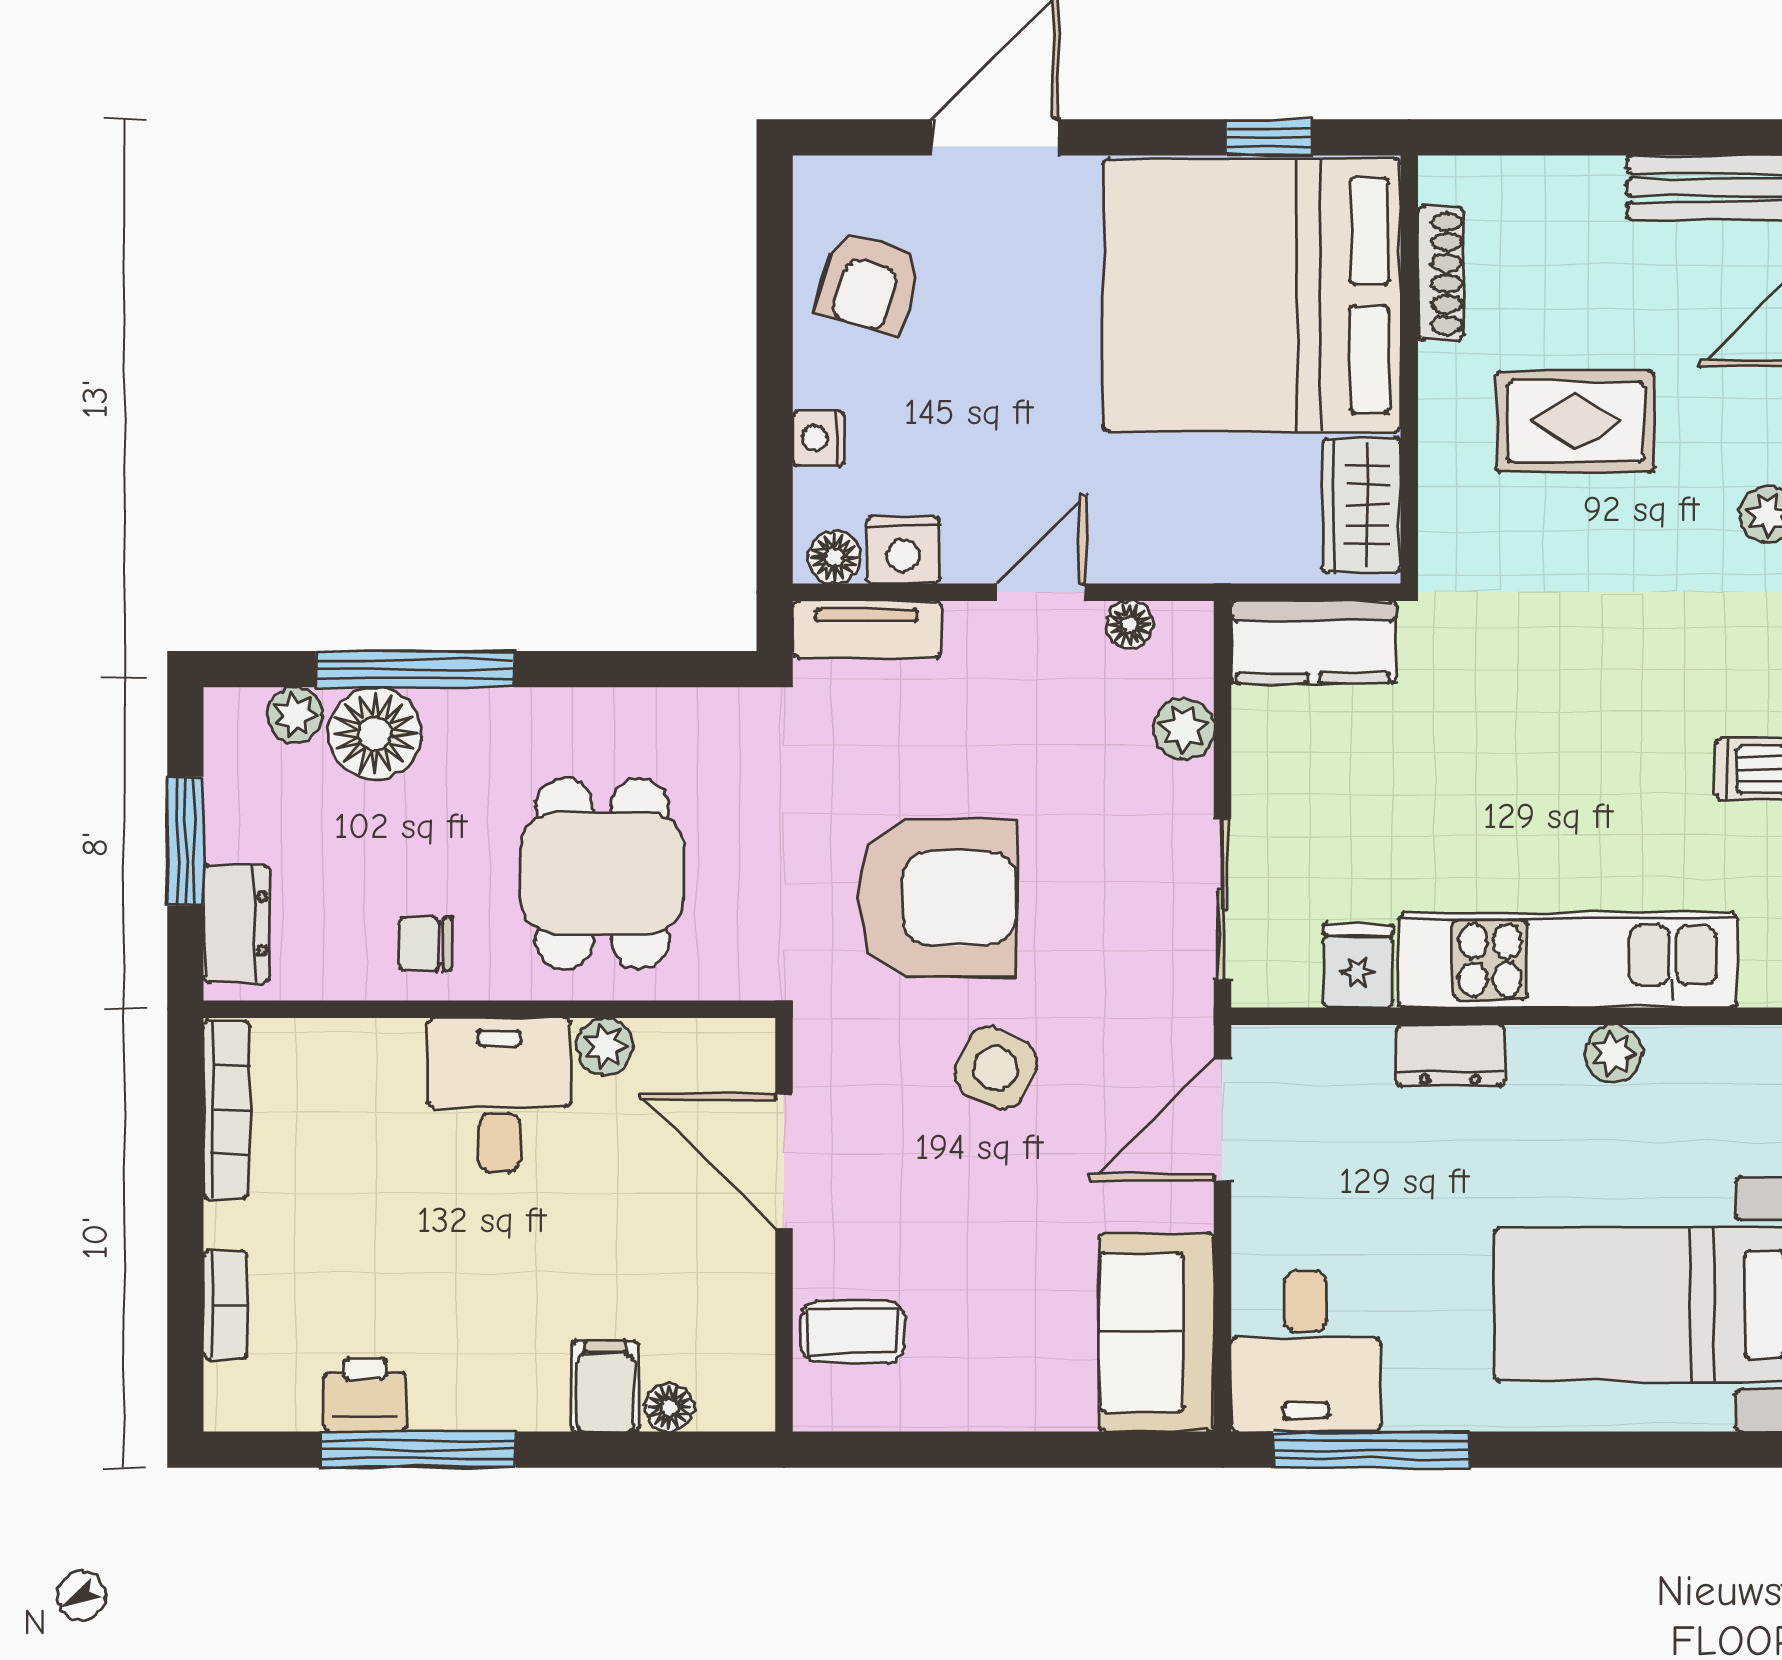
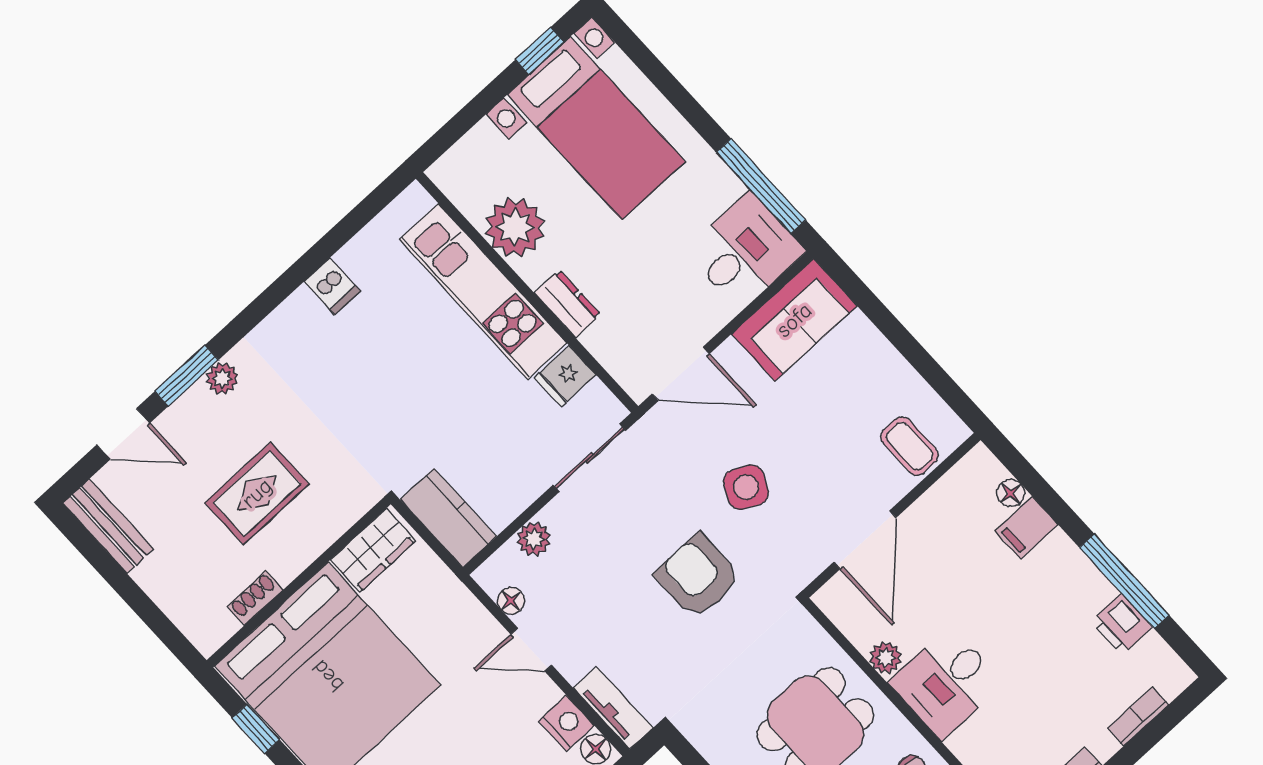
shoe rack: (1441, 273) -> (255, 598), width x0.70
rug: (1575, 422) -> (257, 493), turned 90
armchair: (937, 898) -> (698, 576), width x0.73, depth x0.73
plant: (1613, 1054) -> (515, 227), width x1.88, depth x1.88

